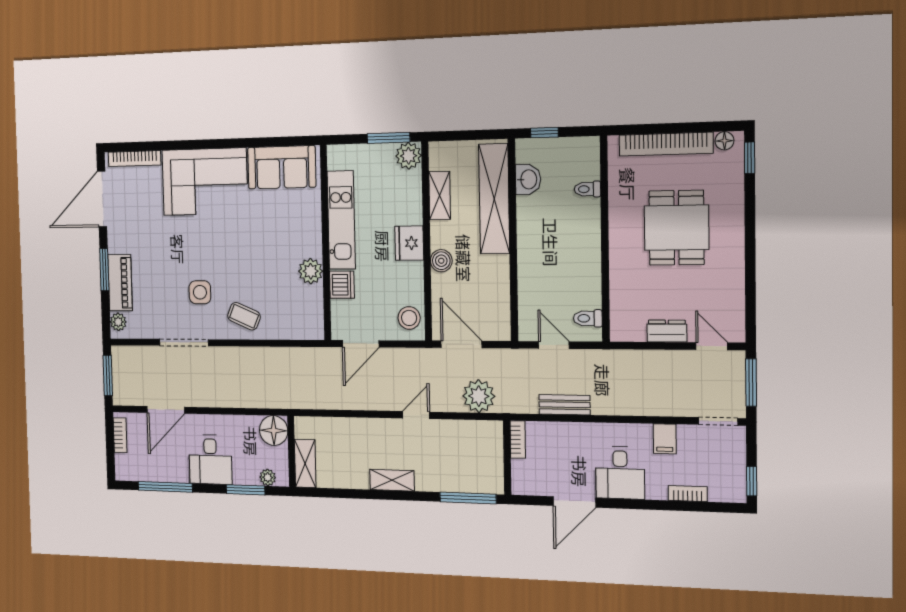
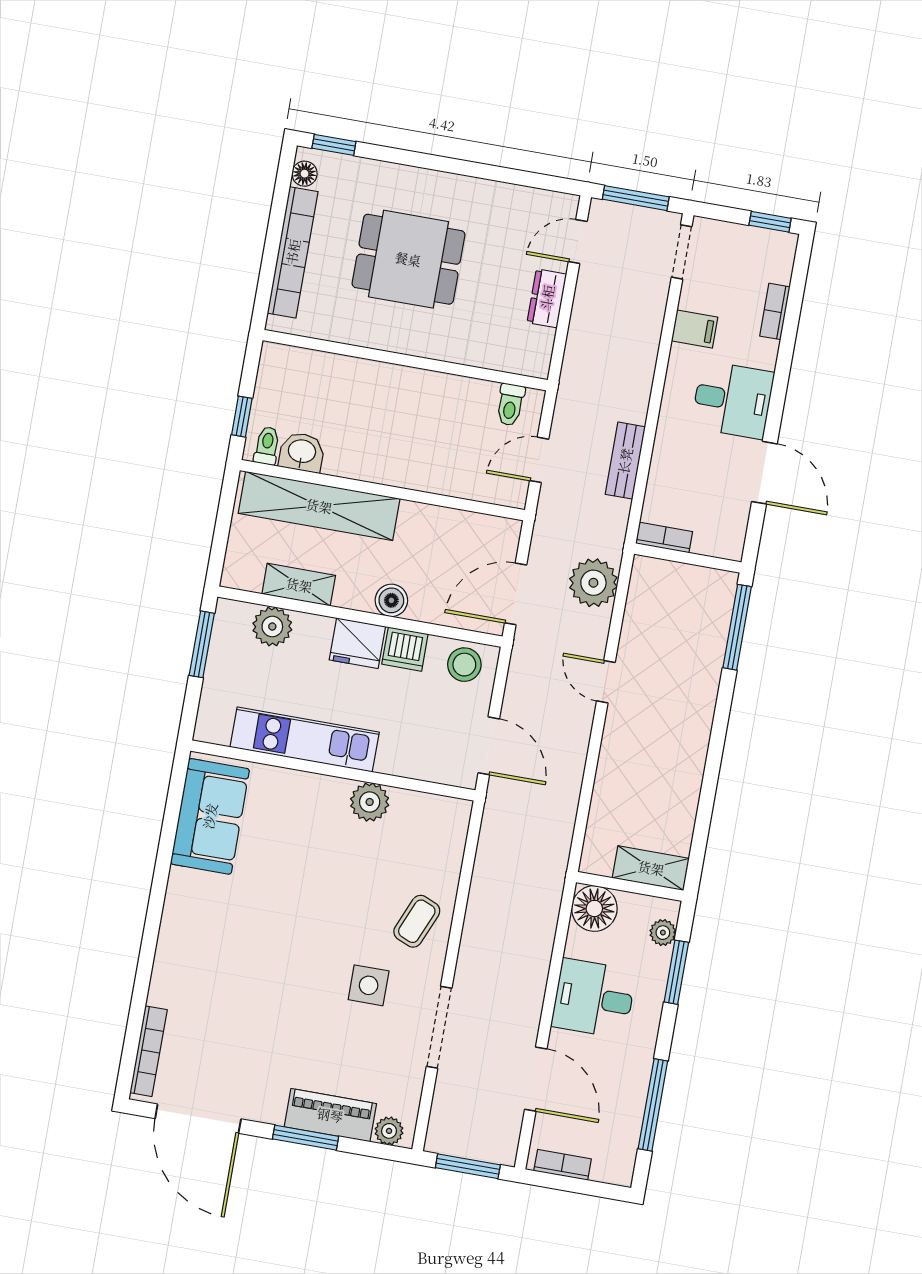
plant: (408, 156) -> (272, 627), moved
corner sofa: (205, 182) -> (206, 943), removed
toilet: (587, 189) -> (267, 446), moved, turned 180
dishwasher: (342, 285) -> (405, 649), moved, turned 180
desk: (210, 459) -> (594, 998), moved, turned 180
shelving: (392, 480) -> (695, 737), removed

